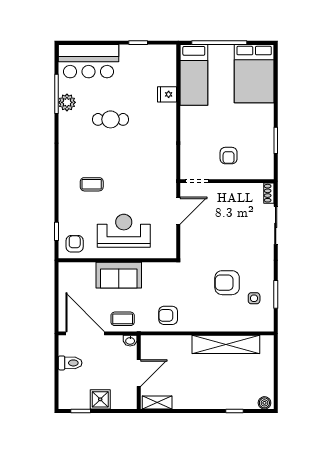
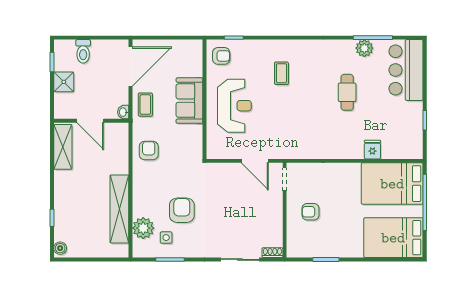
bed: (194, 75) -> (392, 184), width x1.50
plant: (245, 321) -> (143, 228), added
toilet: (70, 363) -> (83, 51), moved
shelving: (157, 402) -> (63, 147), width x1.50, depth x1.33

